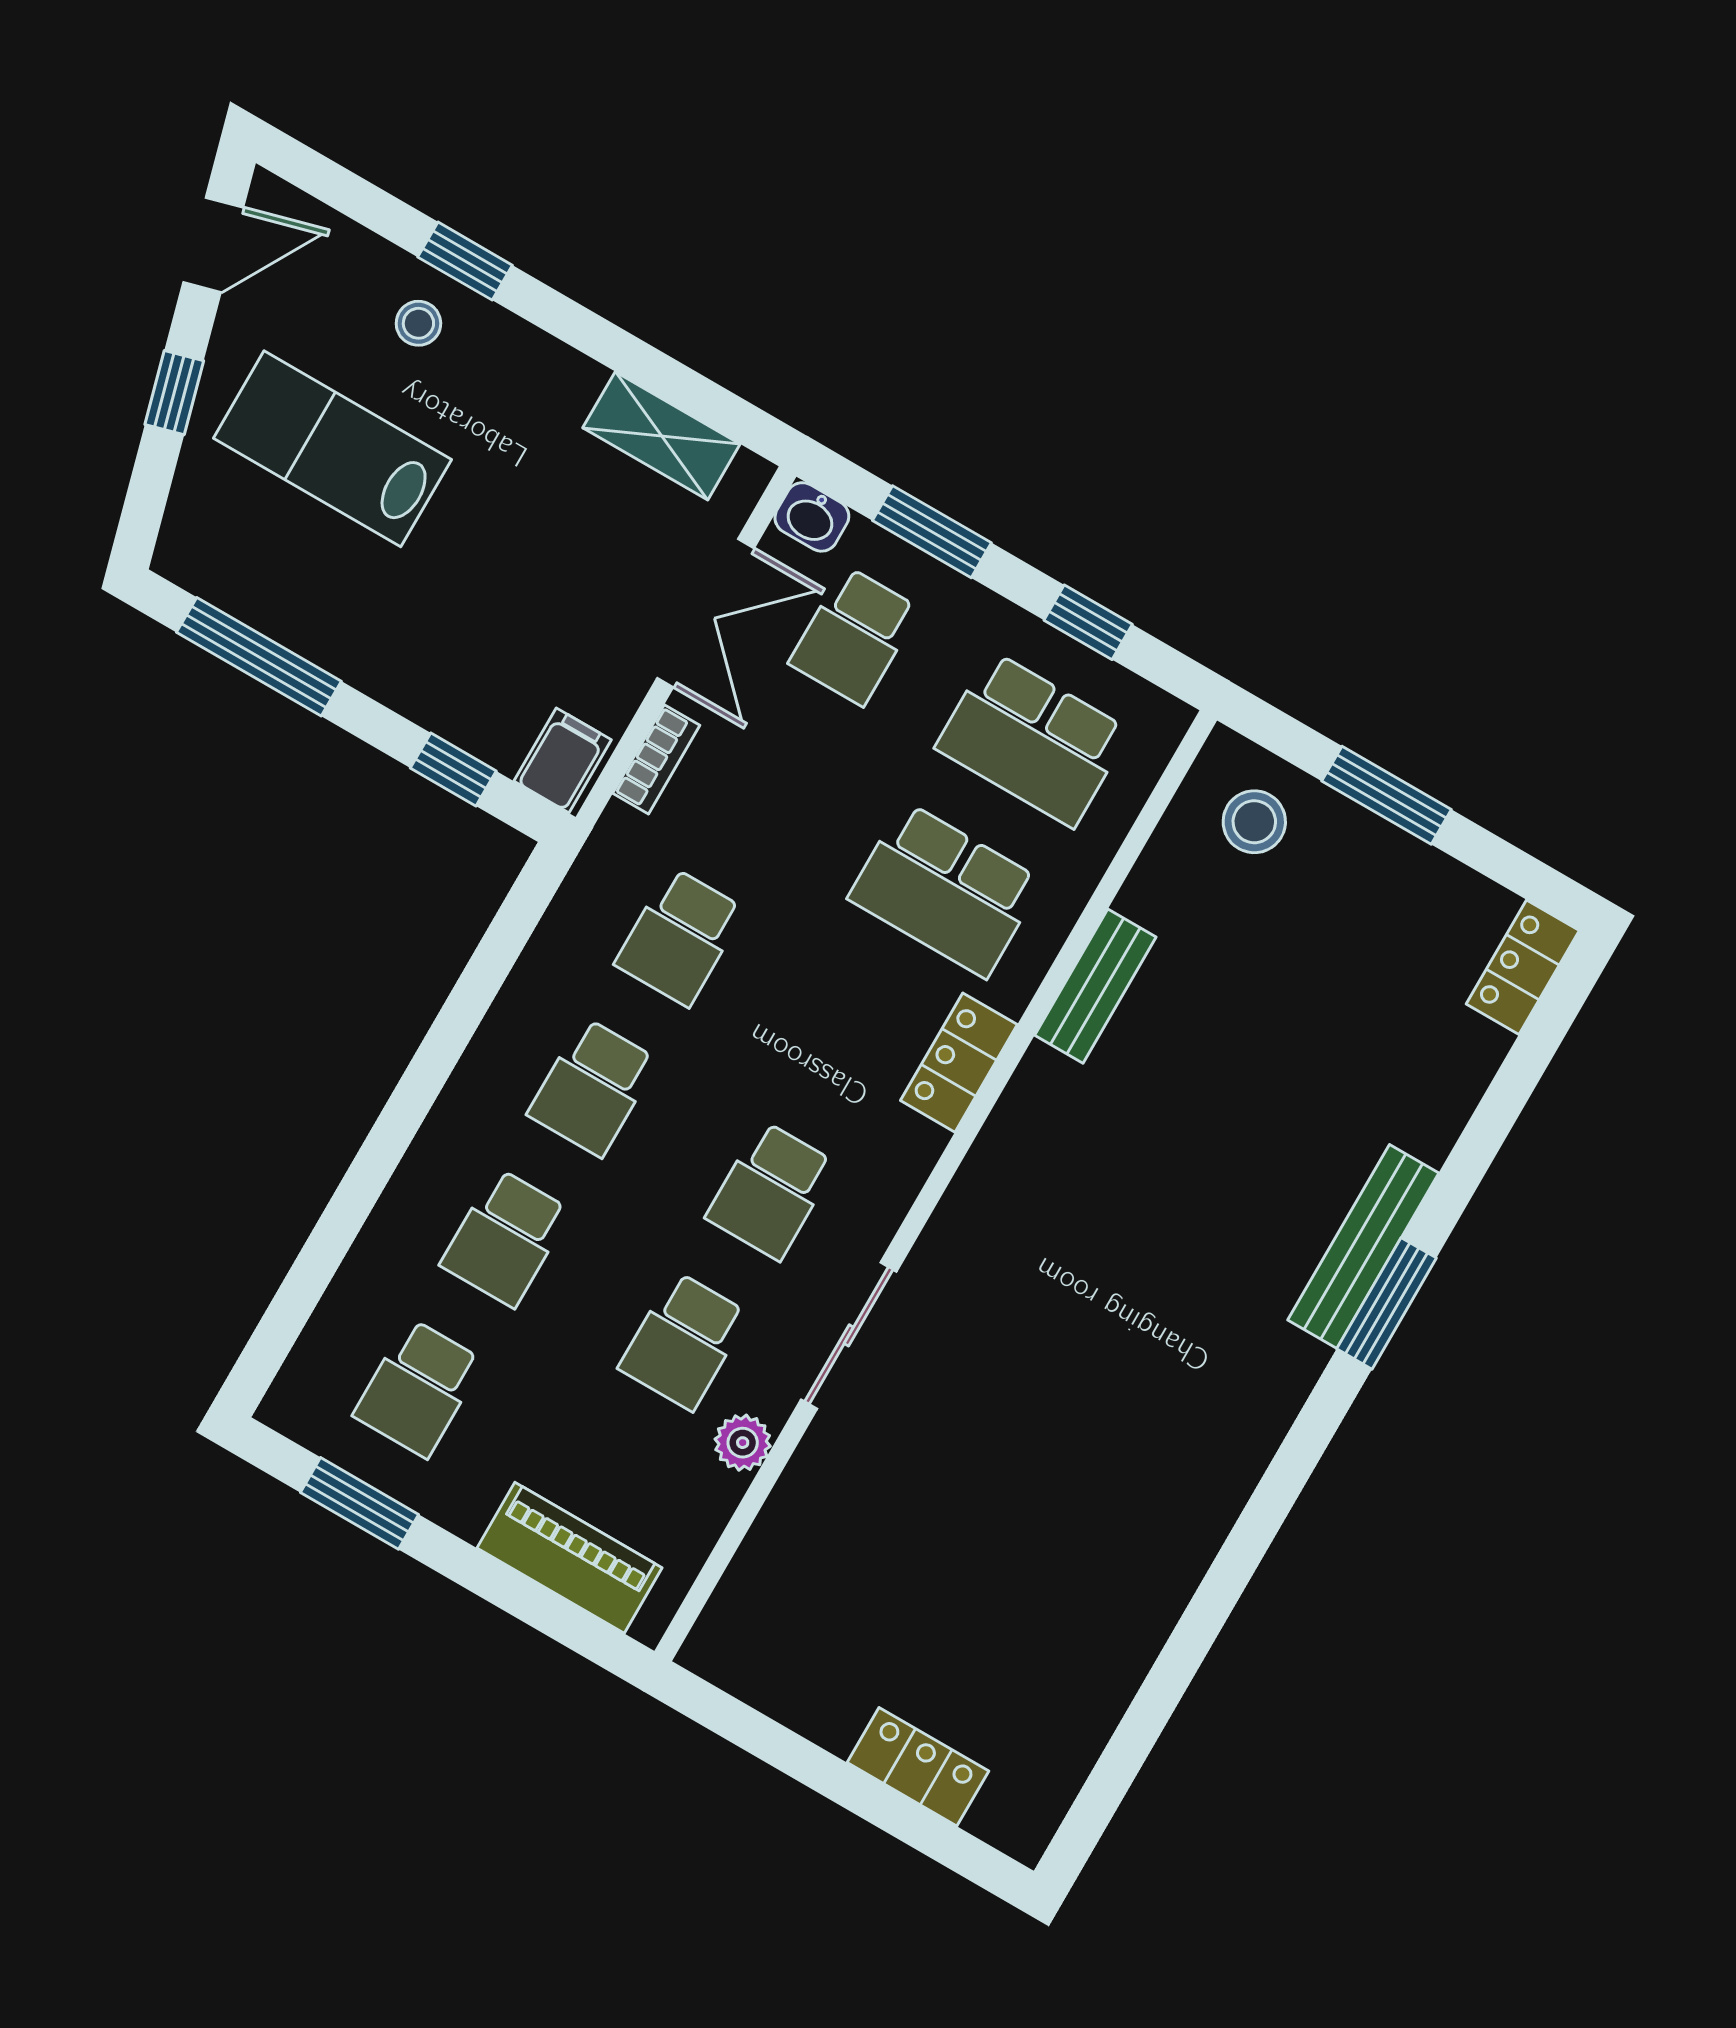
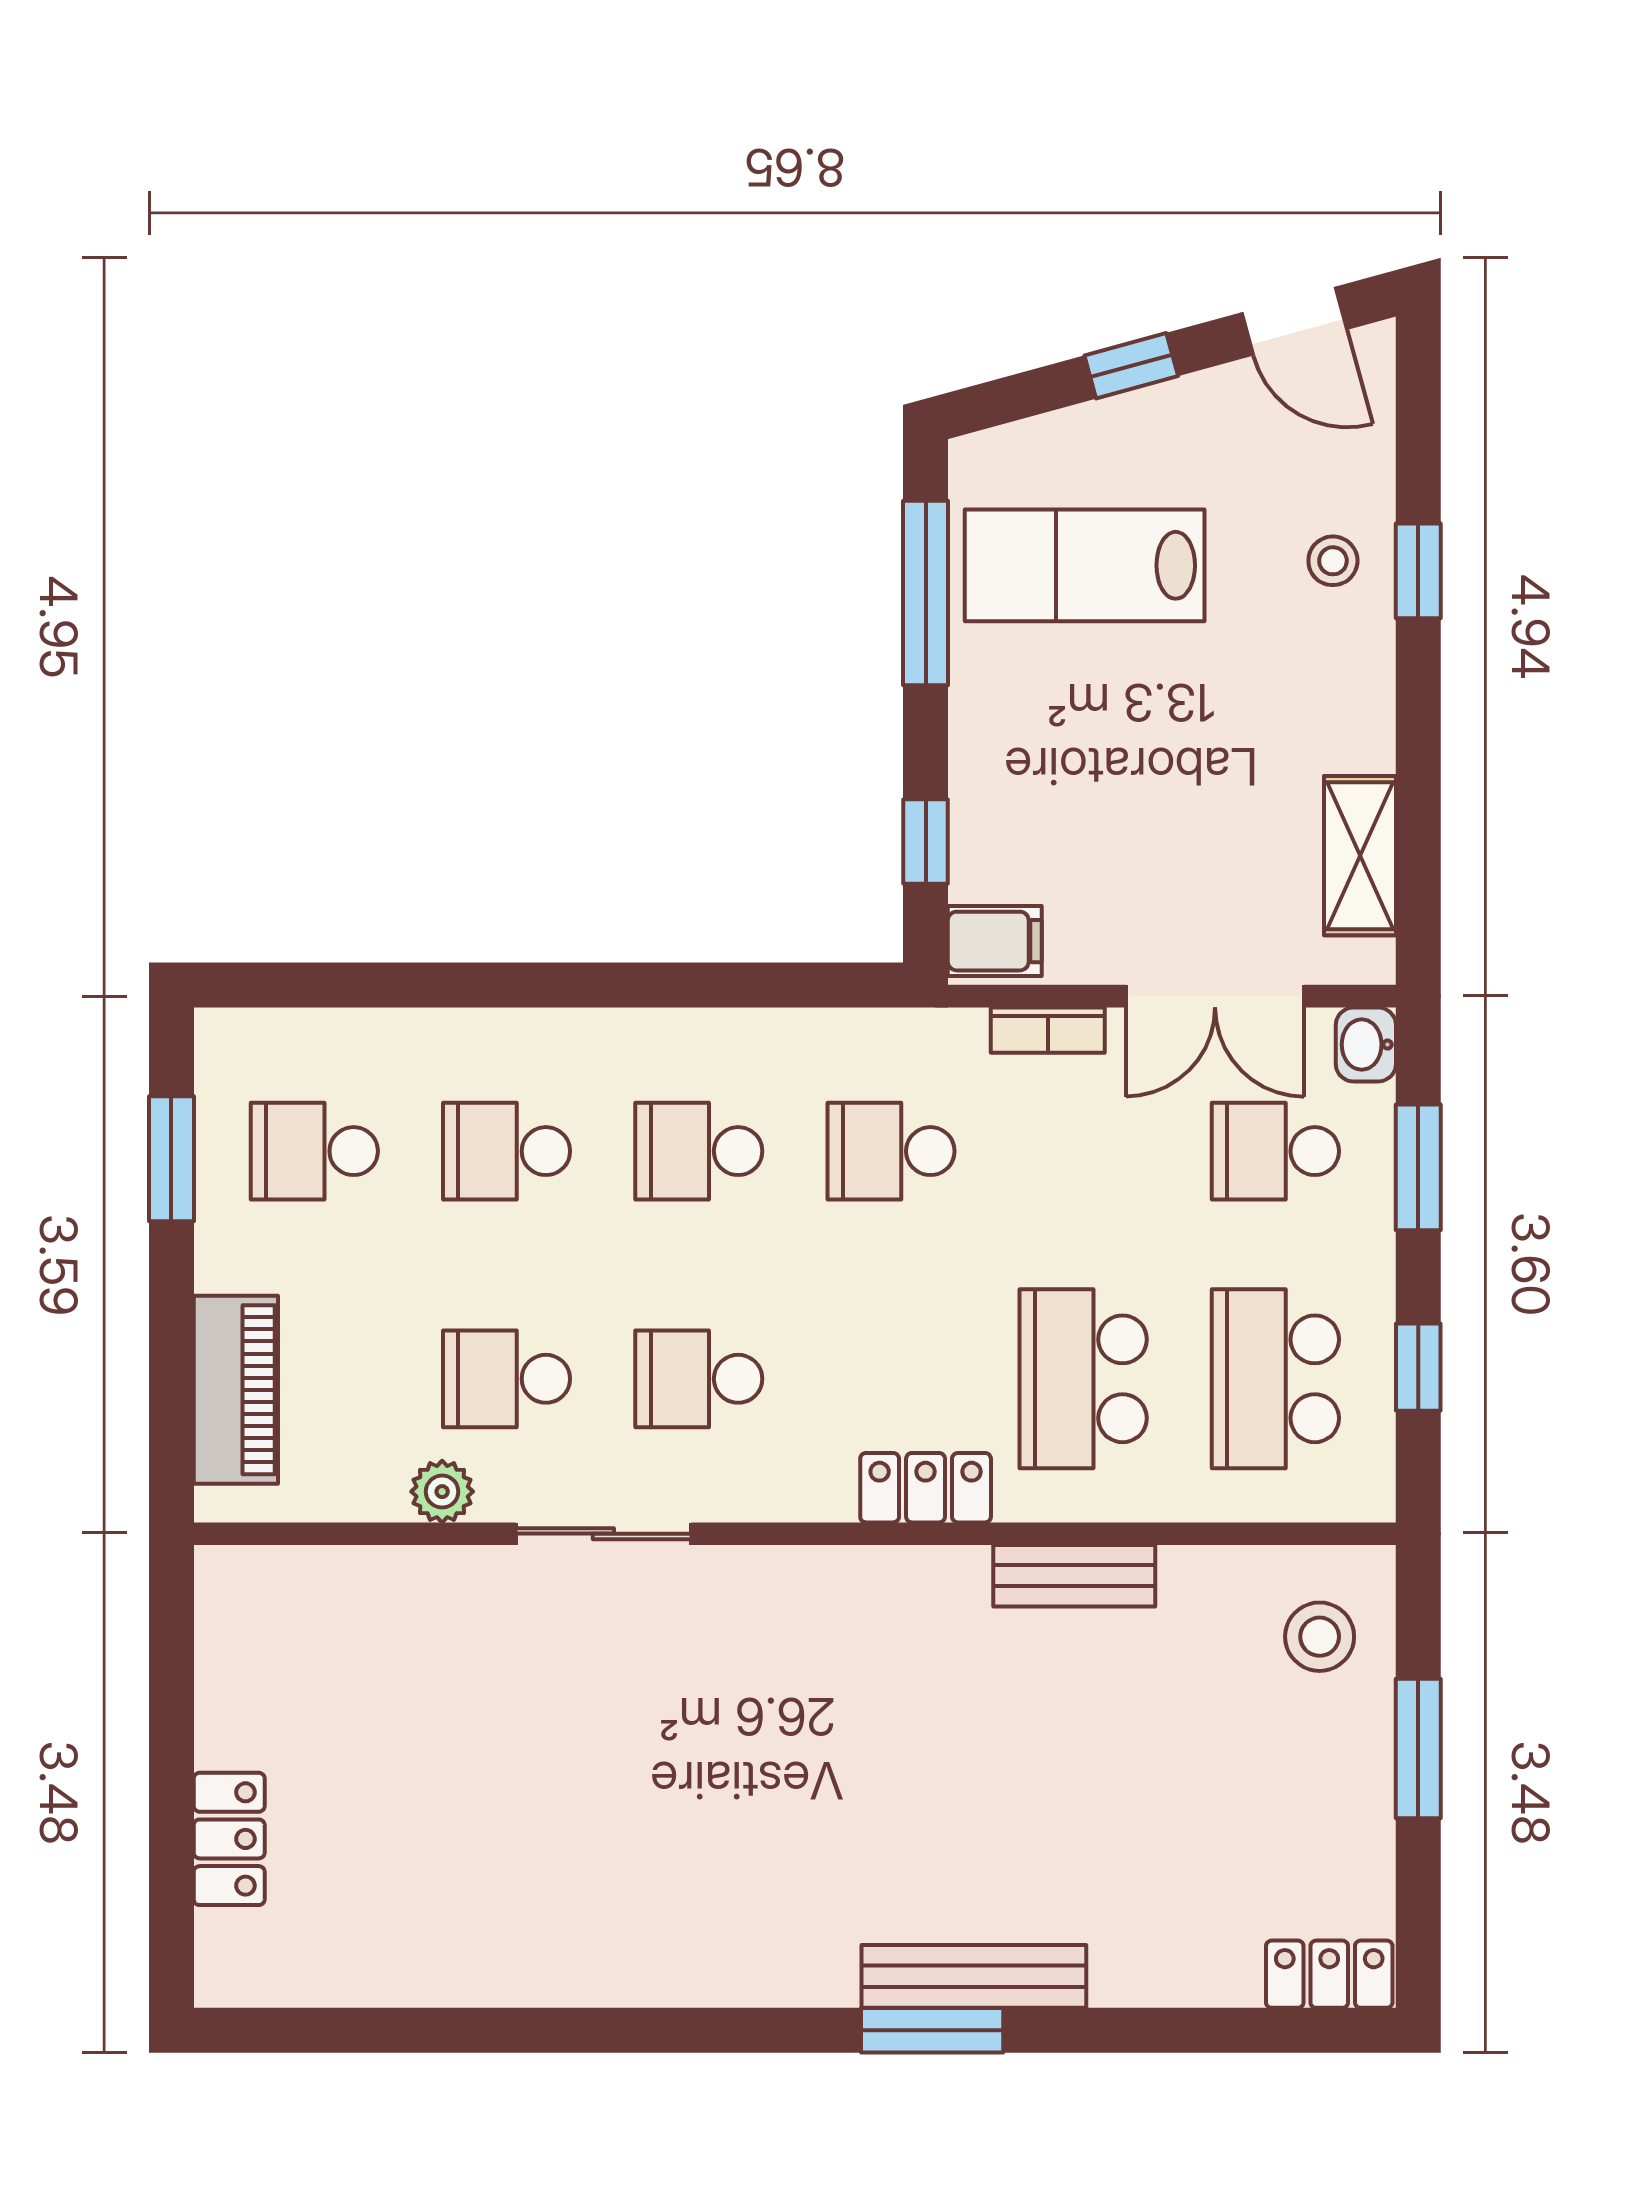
lab bench: (332, 449) -> (1085, 565), moved, turned -90

